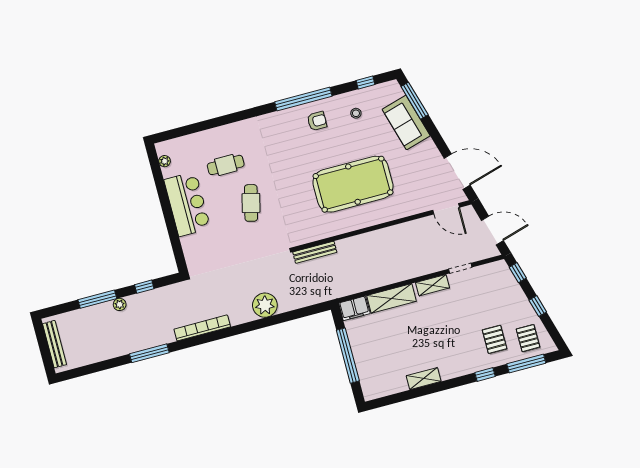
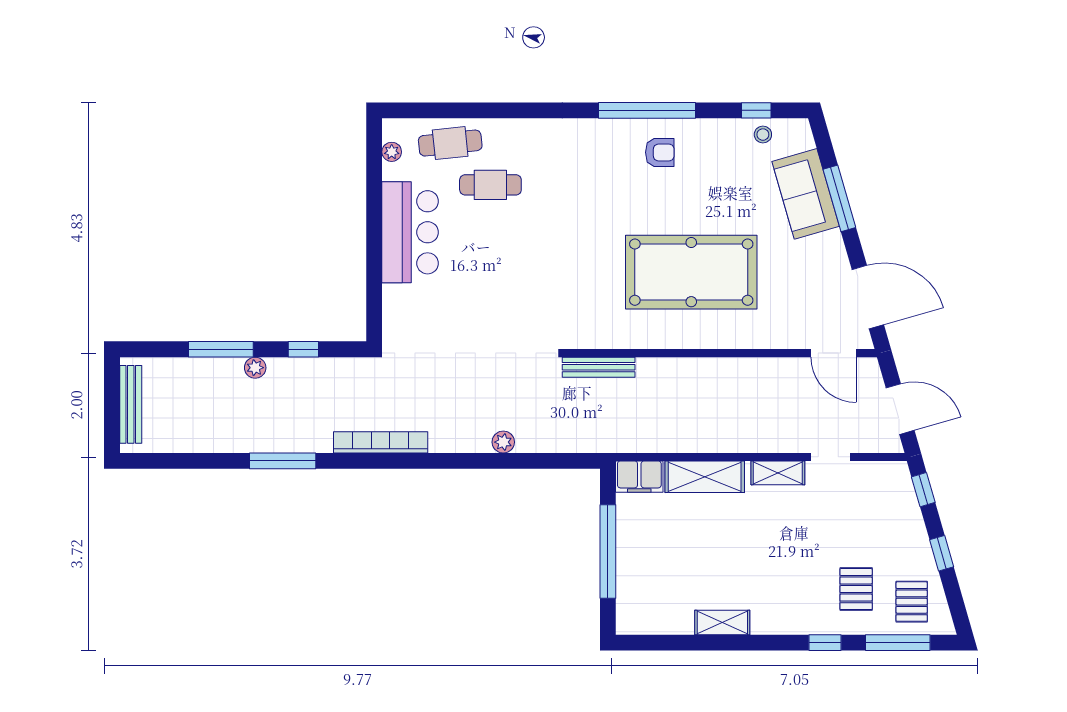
window: (415, 101) -> (839, 198), moved
stool: (356, 113) -> (763, 135), moved
cafe table: (251, 203) -> (450, 143), moved, turned 70
plant: (265, 305) -> (503, 442), width x0.53, depth x0.53

